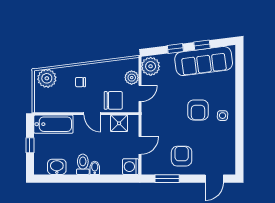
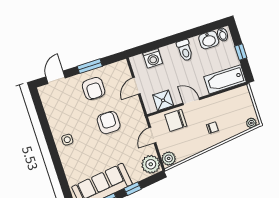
plant: (47, 78) -> (251, 123), width x0.53, depth x0.53
plant: (132, 78) -> (169, 158), moved
armchair: (198, 110) -> (109, 123), moved
washing machine: (131, 167) -> (153, 58), moved, turned 90
bidet: (95, 168) -> (223, 34), moved
window: (167, 179) -> (90, 66), moved

